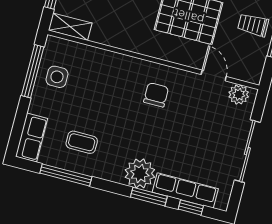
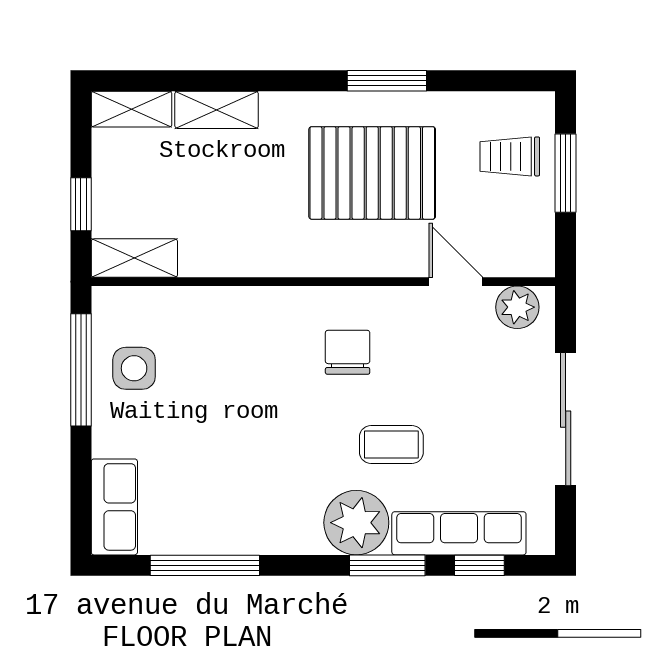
coffee table: (82, 142) -> (391, 444), moved

